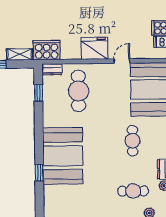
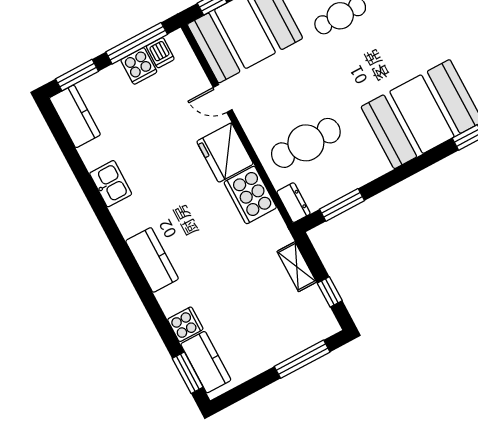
cooker: (47, 50) -> (250, 195), moved
window: (38, 93) -> (342, 205), width x1.50

